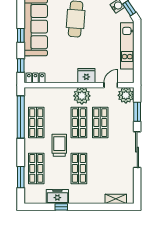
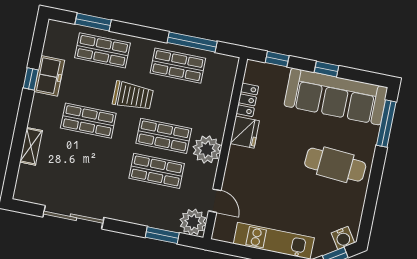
fridge: (86, 76) -> (245, 132), moved
locker: (35, 78) -> (247, 100), moved
window: (21, 117) -> (192, 42), width x0.68
sliding door: (137, 150) -> (73, 217), moved
shelving: (116, 199) -> (31, 146), moved

